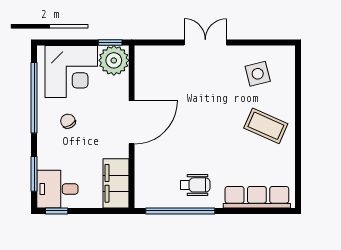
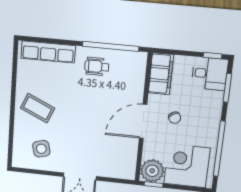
chair: (68, 121) -> (175, 118), moved

